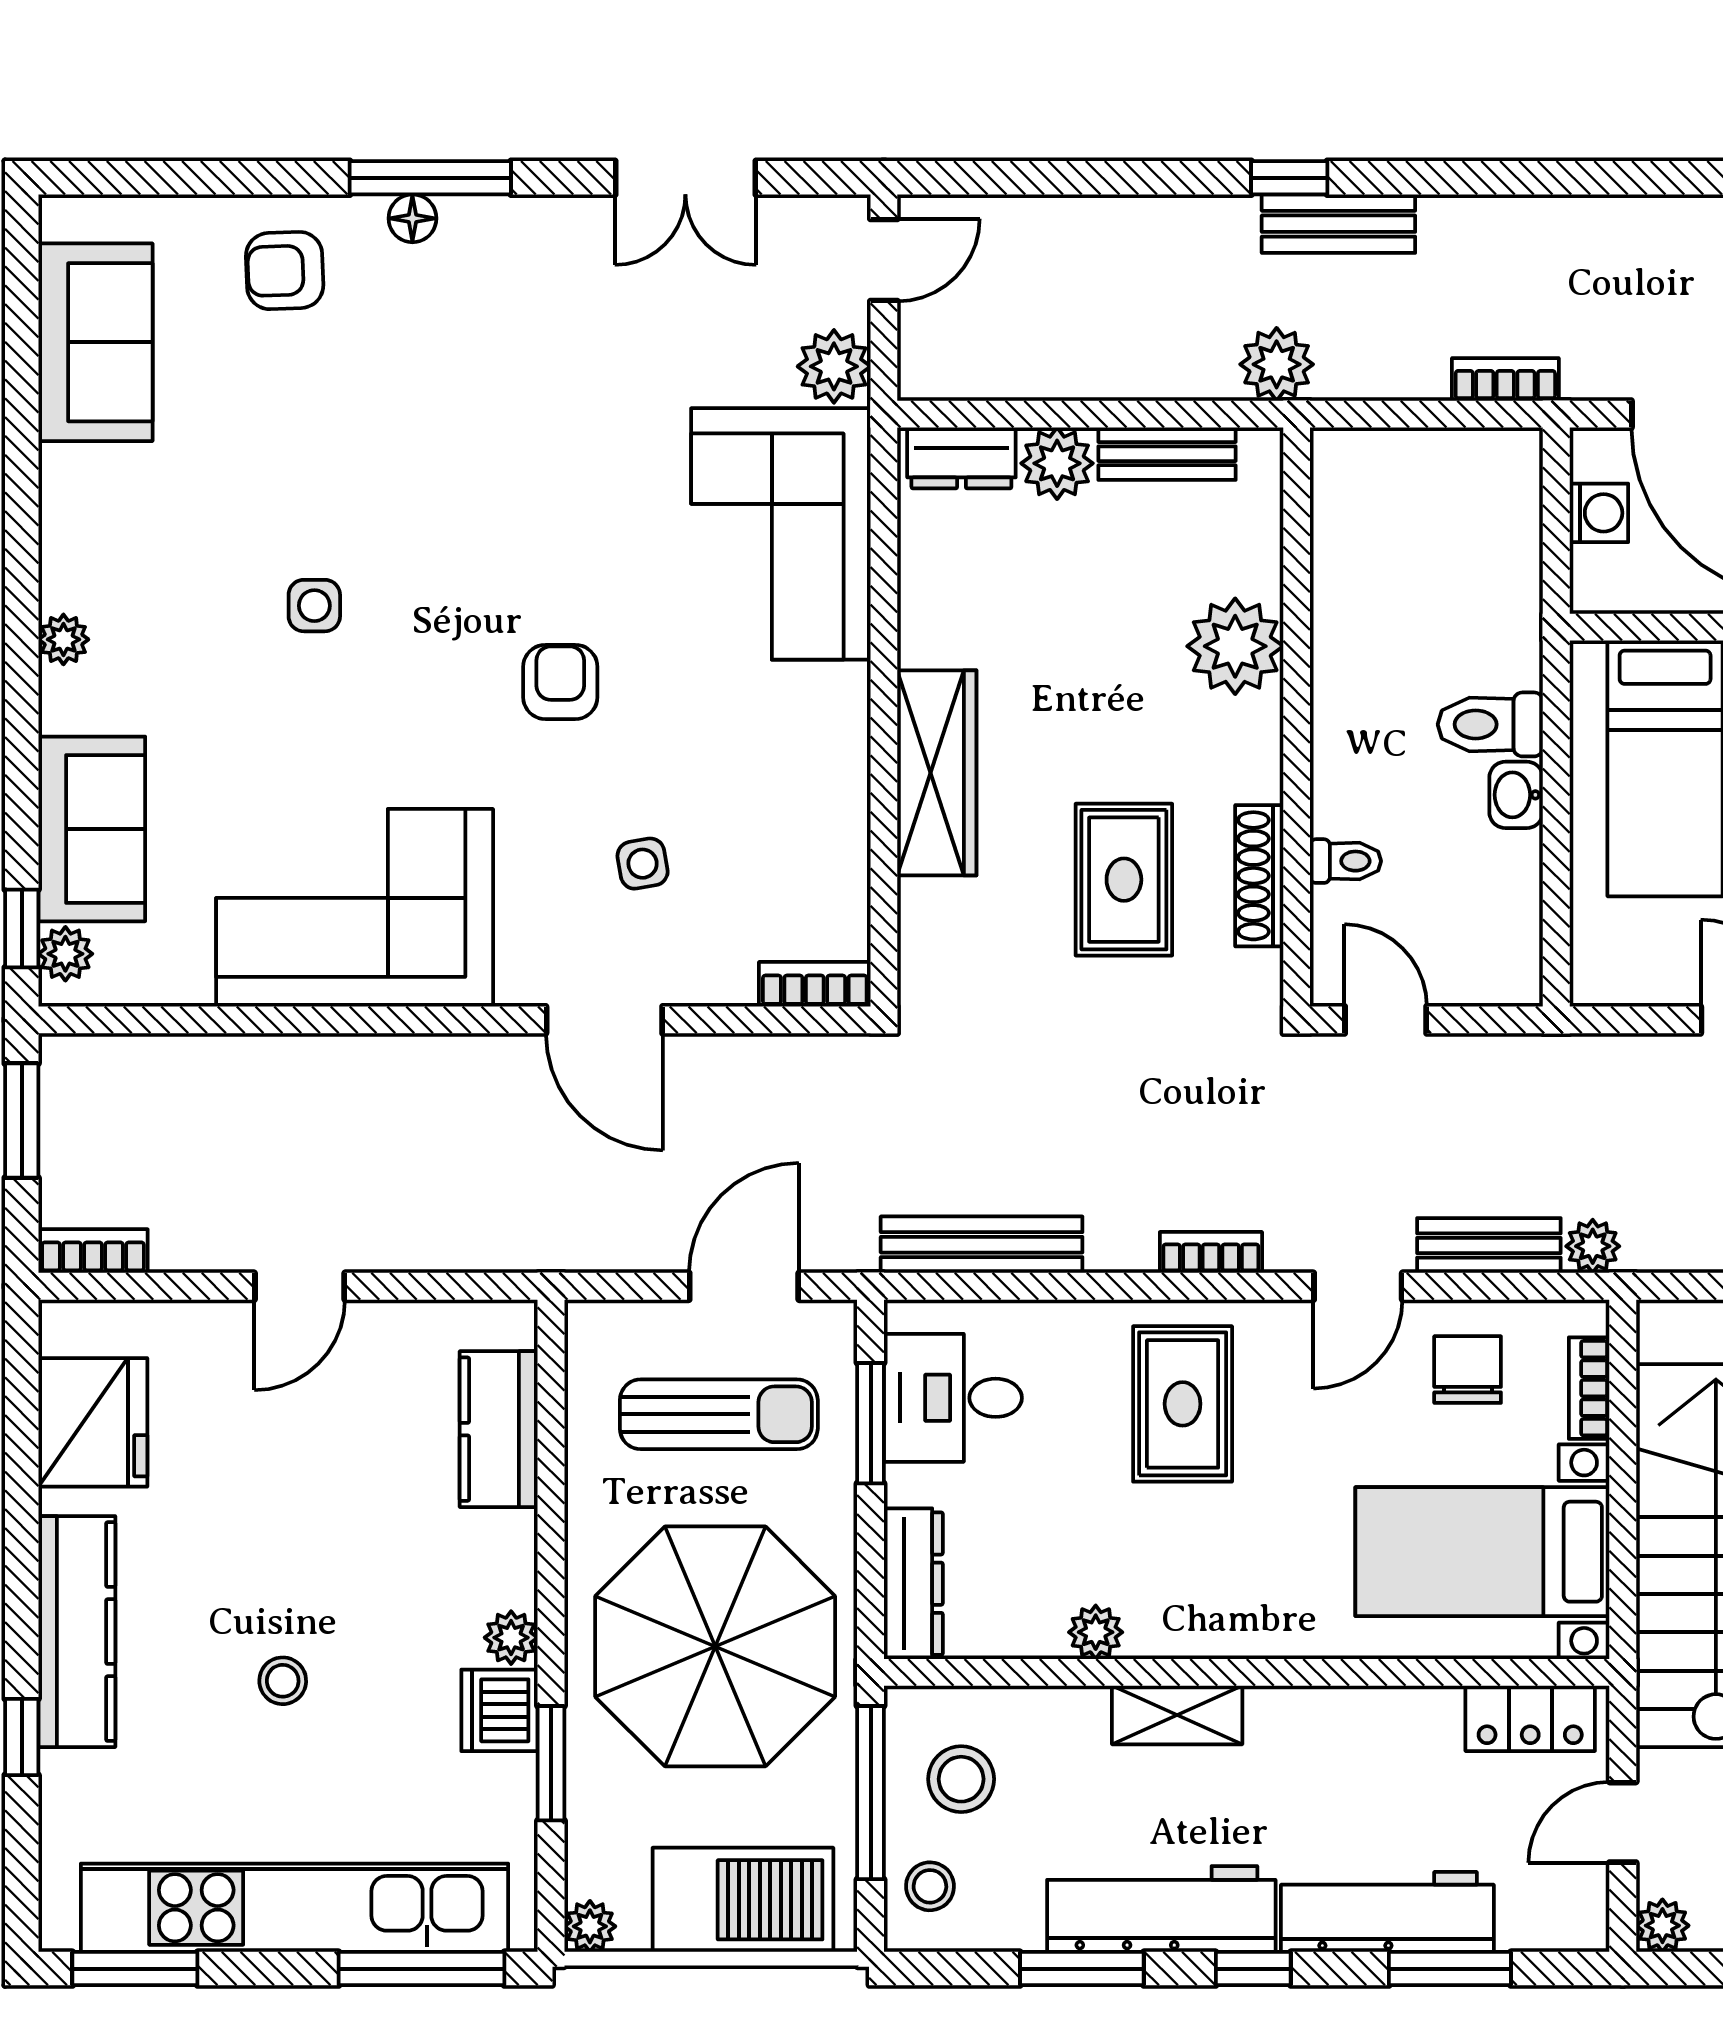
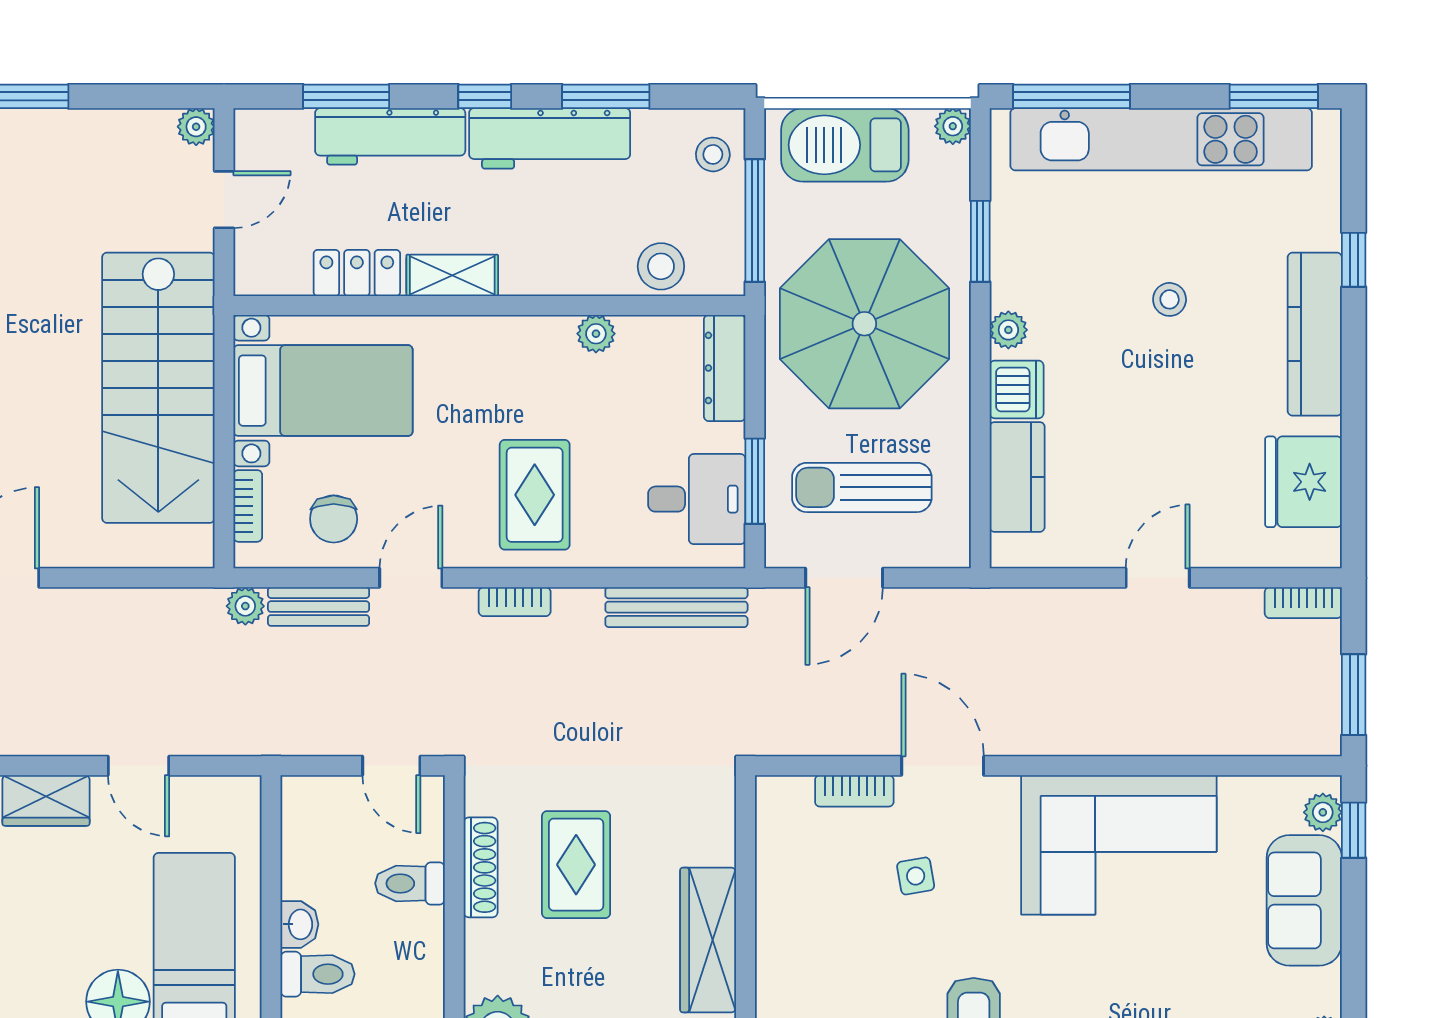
toilet: (1345, 861) -> (410, 883), width x1.37, depth x1.39
bookcase: (815, 984) -> (854, 791), moved
dishwasher: (499, 1710) -> (1017, 389), moved
shelving: (1177, 1715) -> (452, 275), moved
locker: (1530, 1718) -> (357, 273), moved
stool: (961, 1779) -> (661, 266), moved

